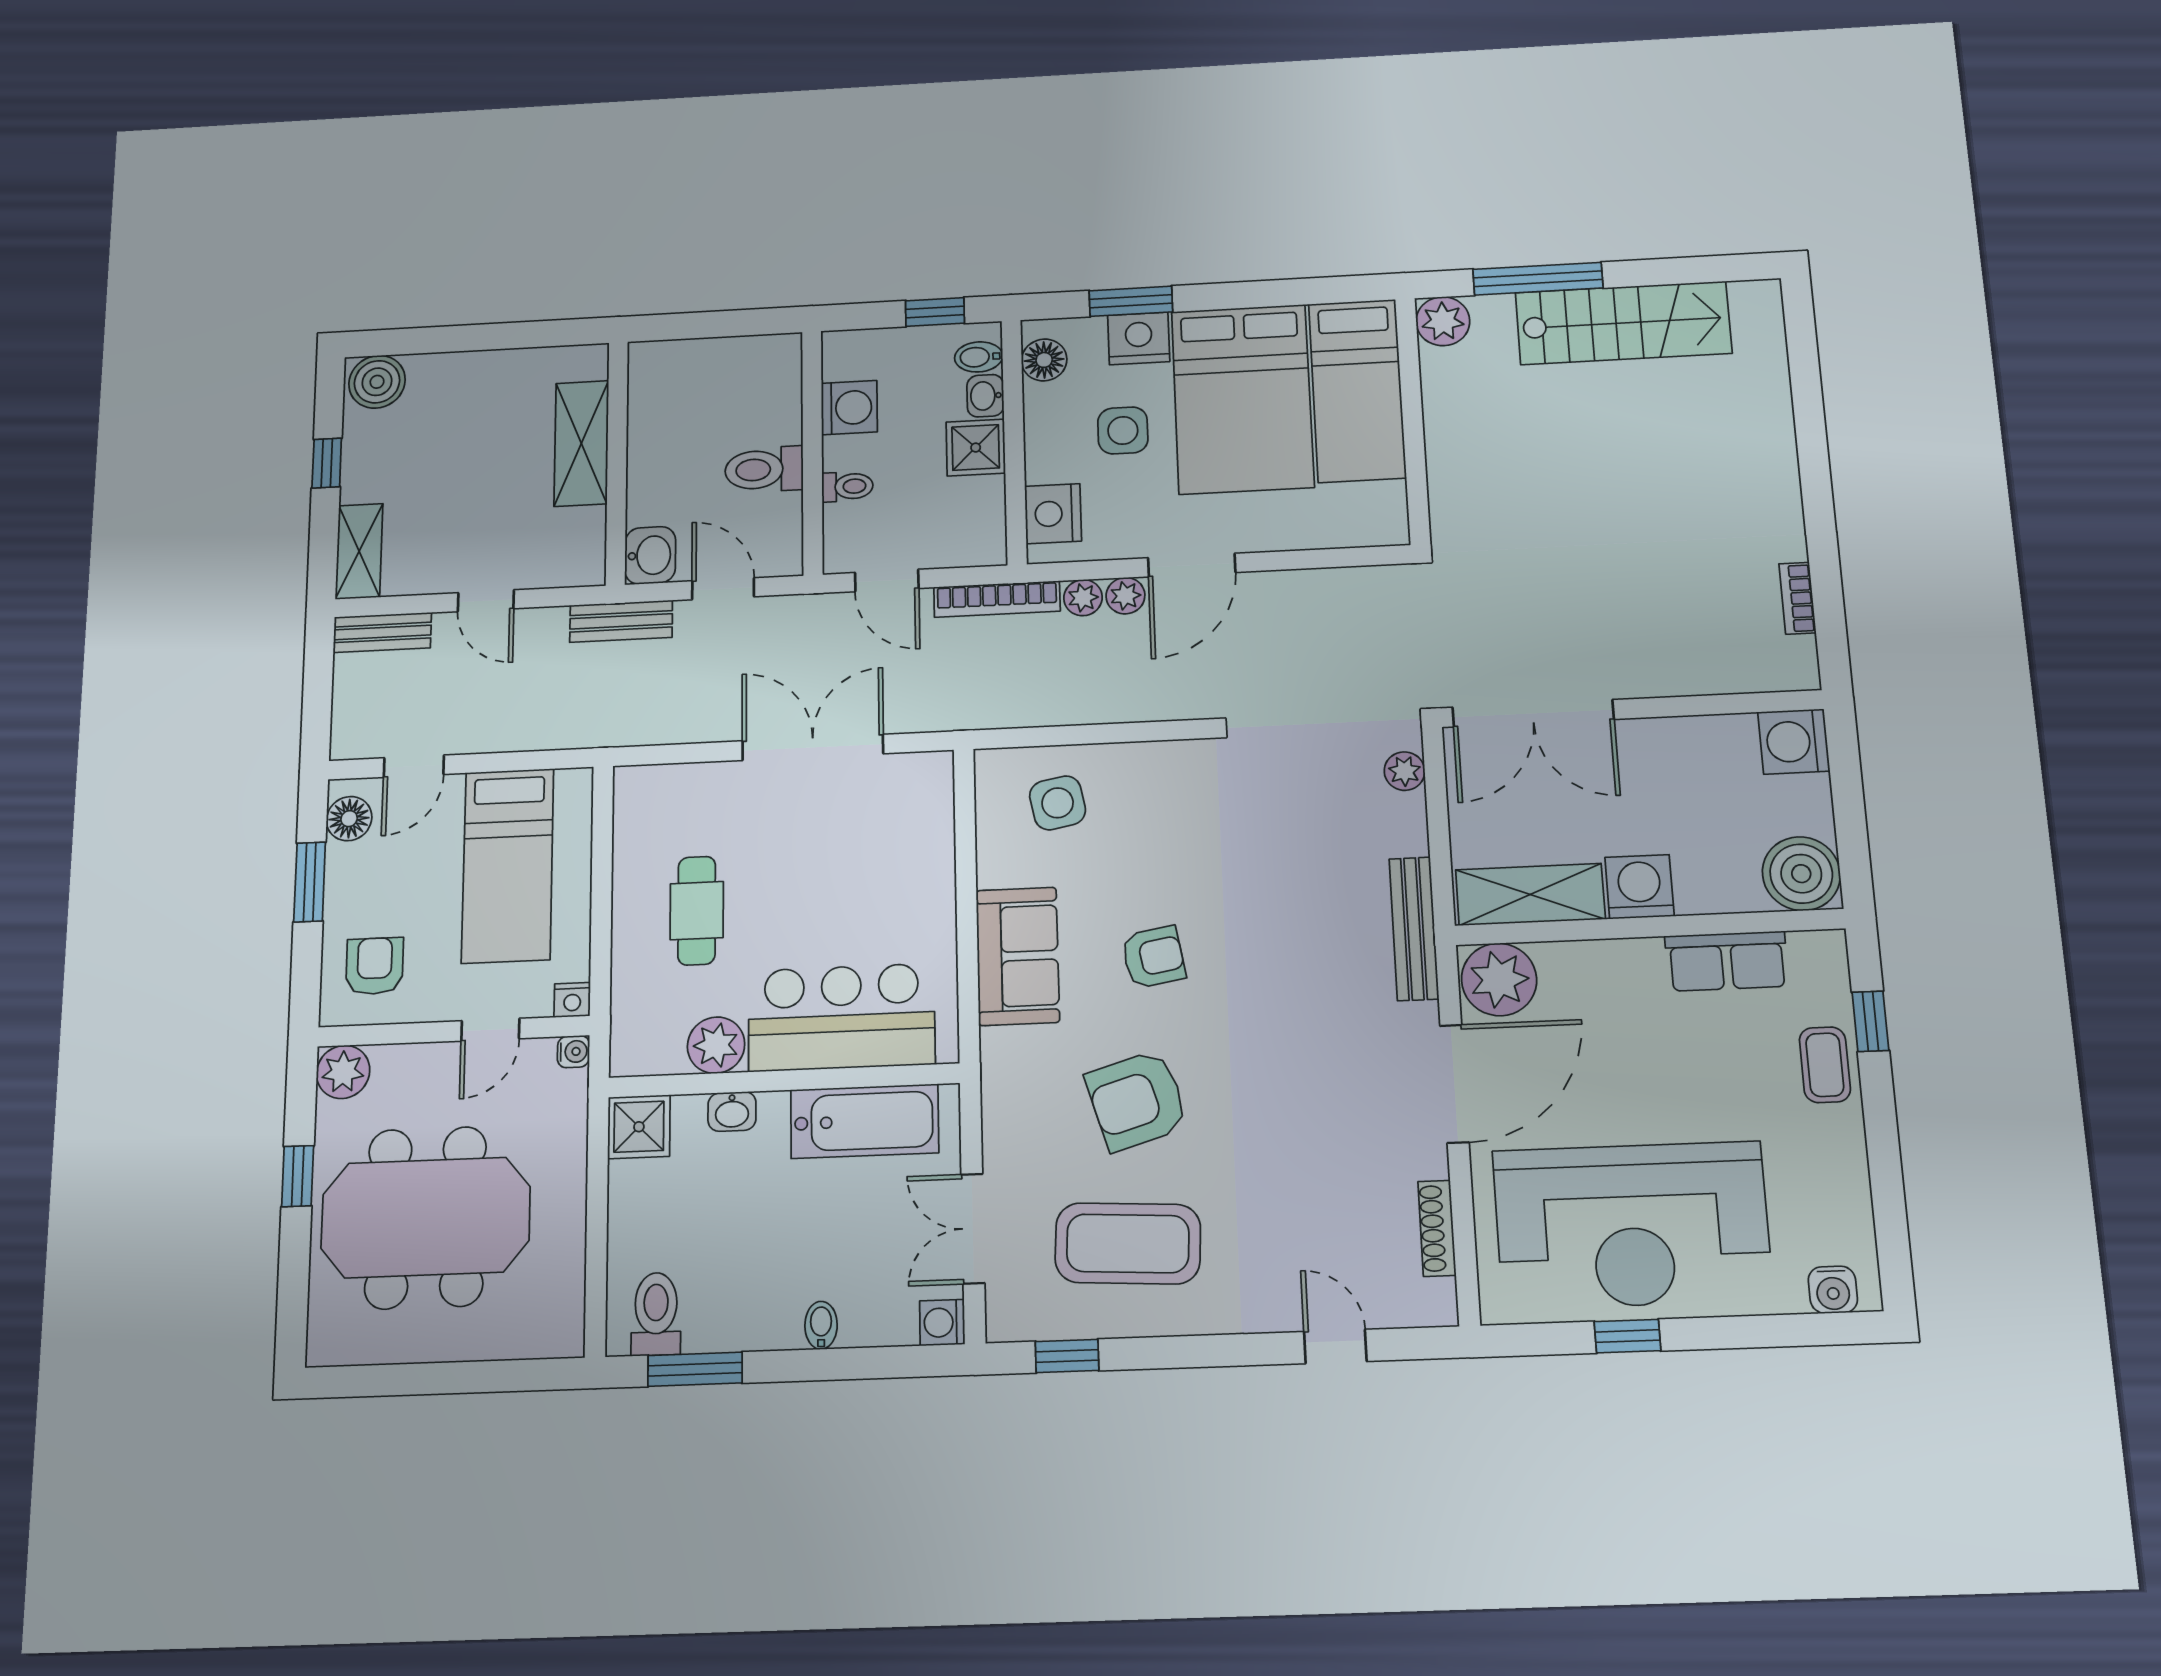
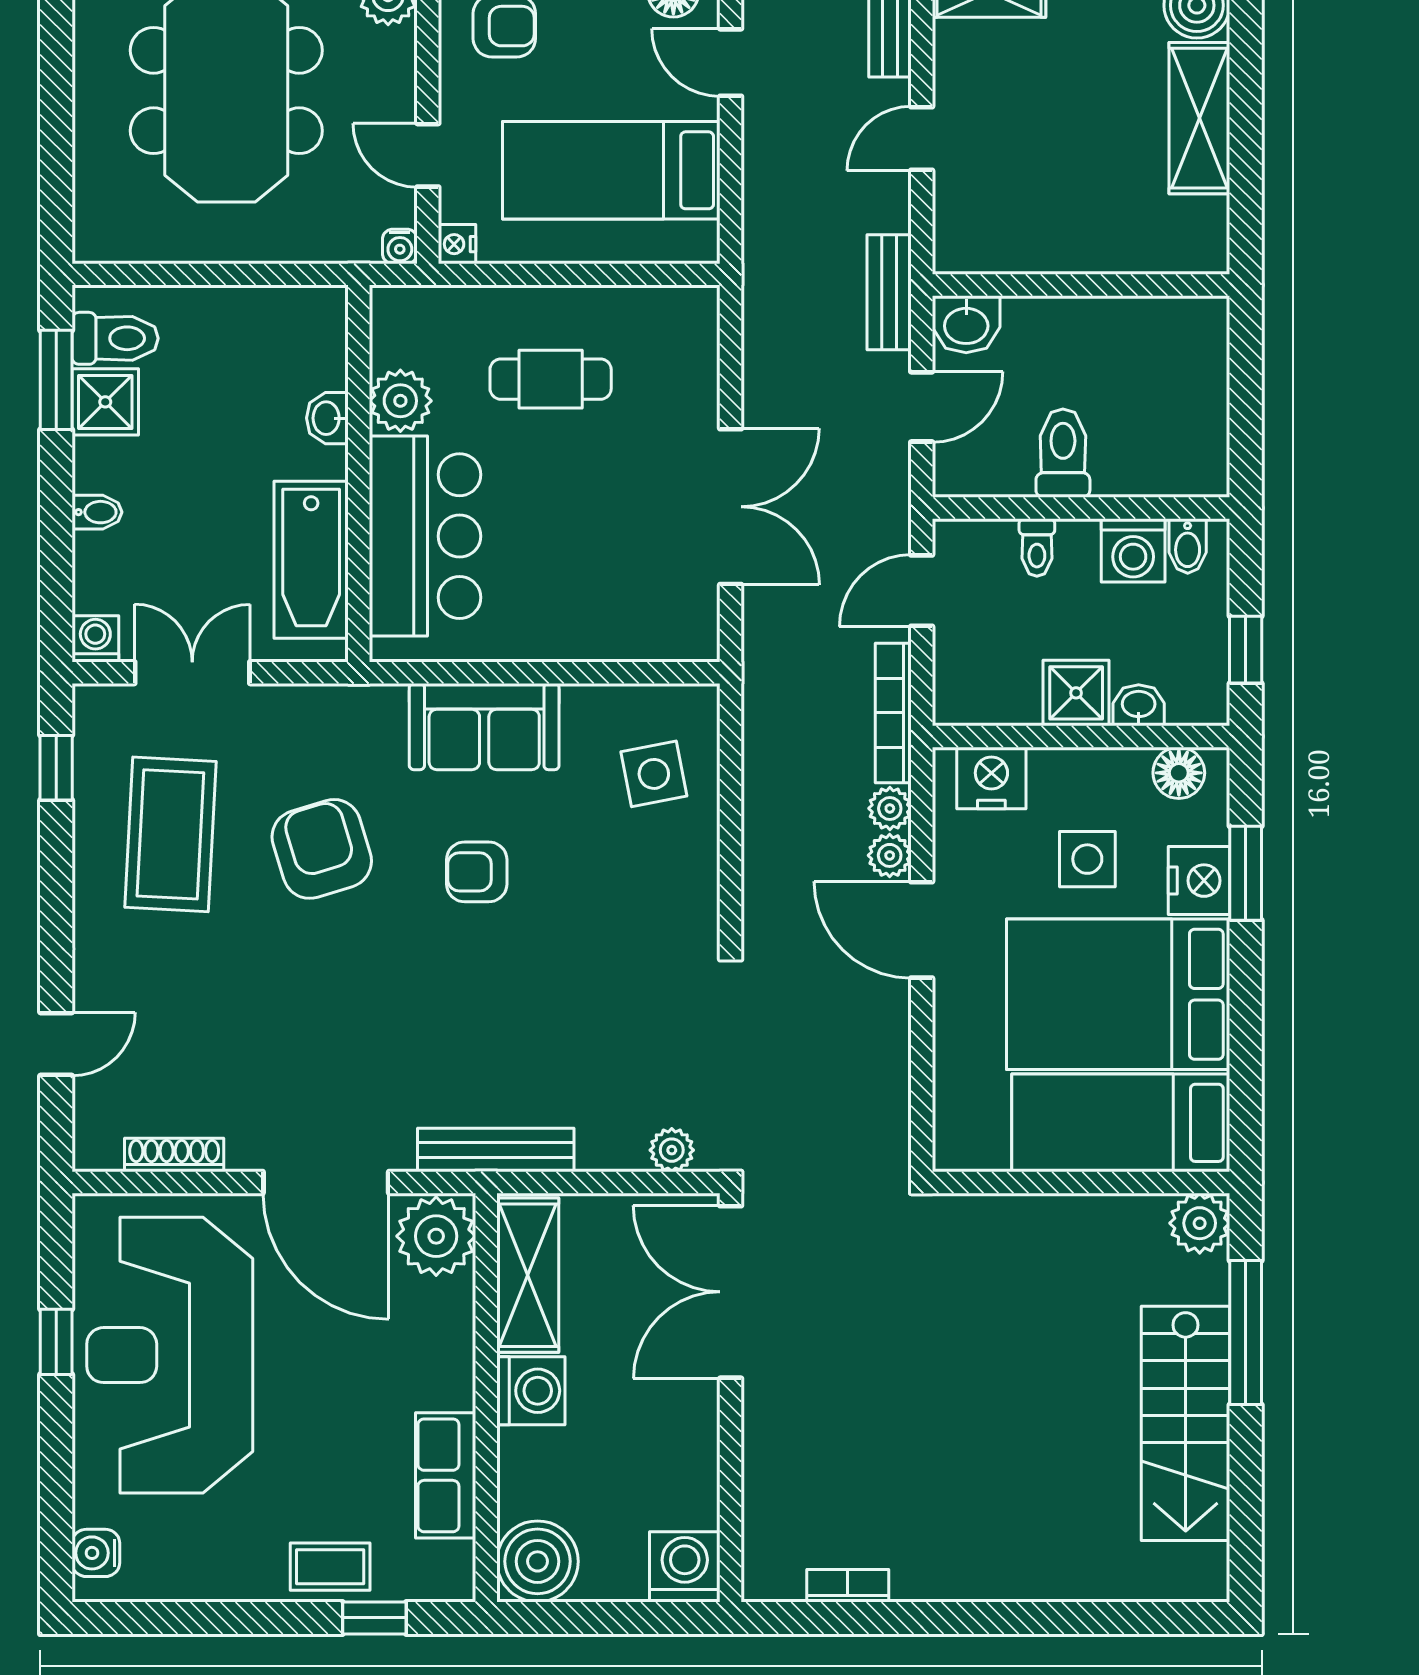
bidet: (979, 357) -> (1188, 546), moved, turned 180
shelving: (581, 443) -> (1199, 118), moved, turned 90
armchair: (1153, 957) -> (477, 872), turned 100
shower: (639, 1127) -> (105, 402), moved

